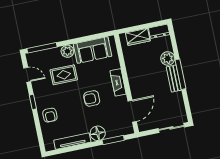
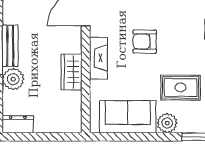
wardrobe: (138, 37) -> (72, 72), moved, turned -90
armchair: (92, 98) -> (145, 42), turned 180

